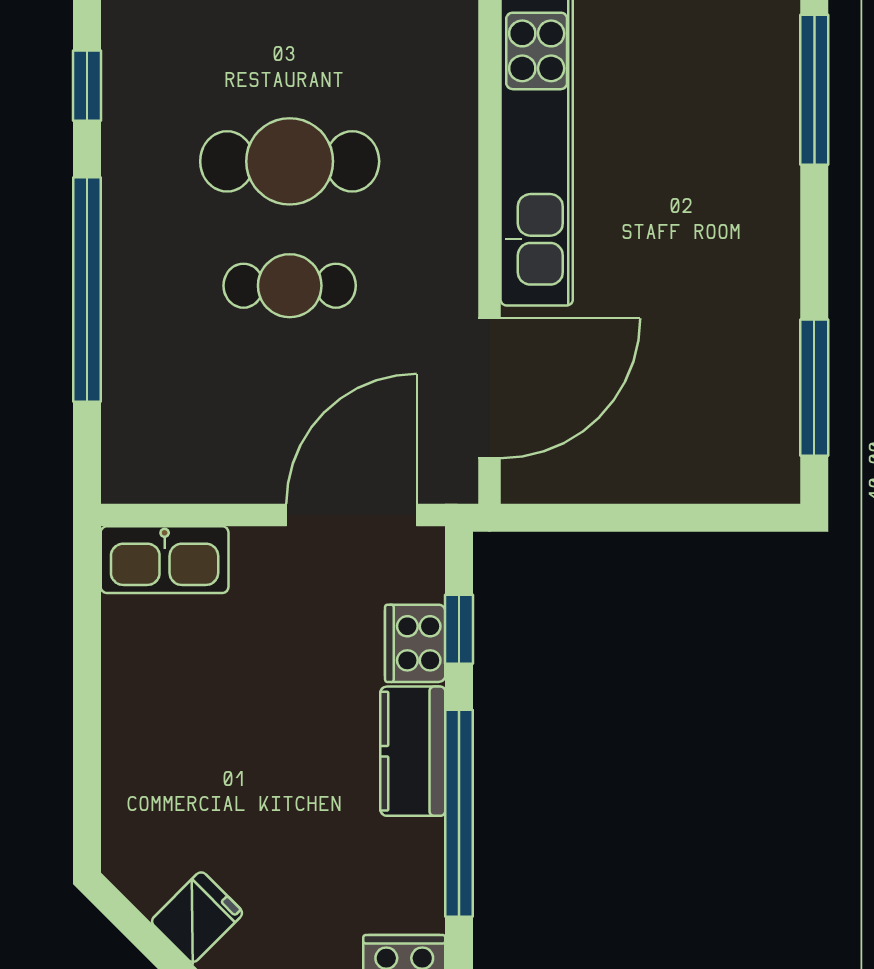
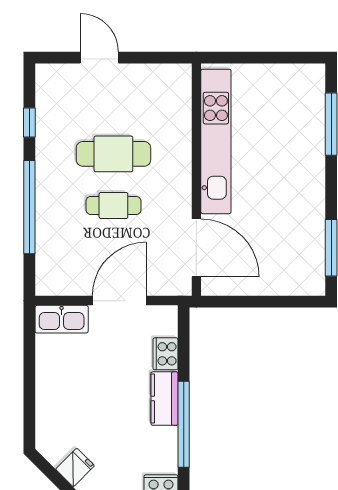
door: (490, 388) -> (196, 248), hinge flipped
door: (352, 515) -> (119, 301), moved
window: (459, 629) -> (184, 348), removed

